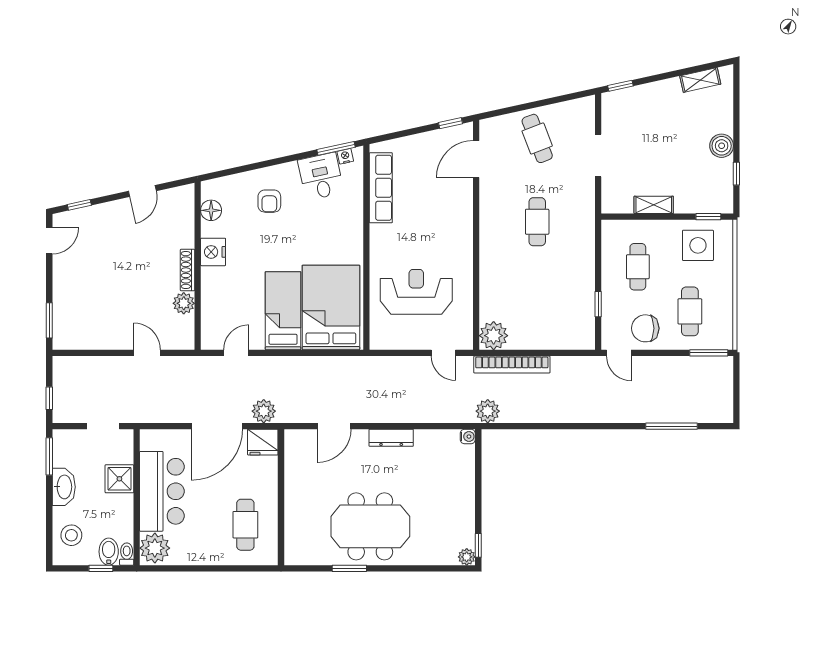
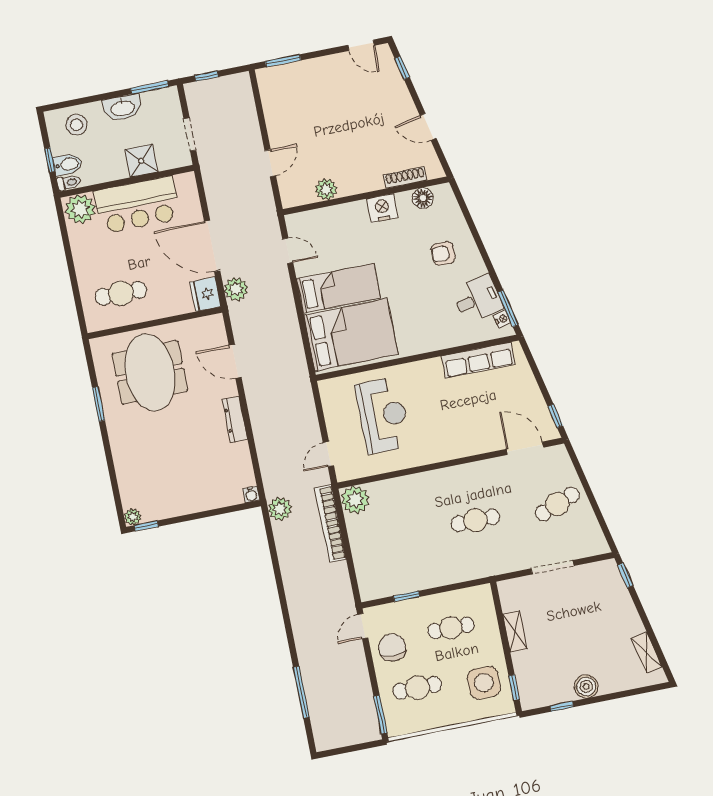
shoe rack: (188, 270) -> (405, 178), moved
meeting table: (370, 526) -> (150, 372), moved

